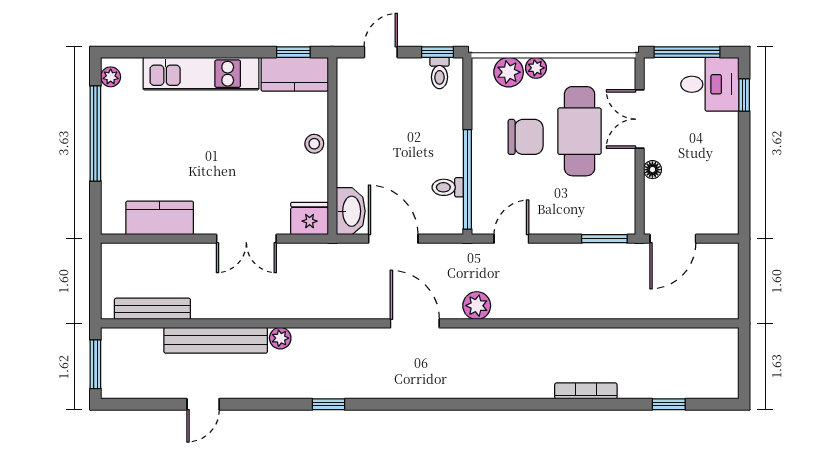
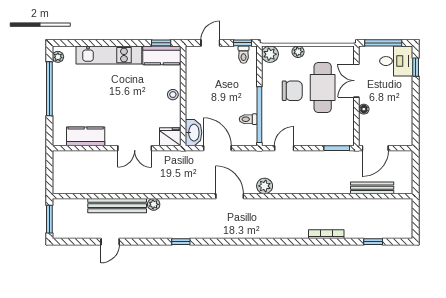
plant: (509, 72) -> (270, 54), moved
bench: (152, 309) -> (372, 188), moved

